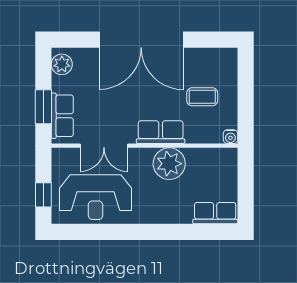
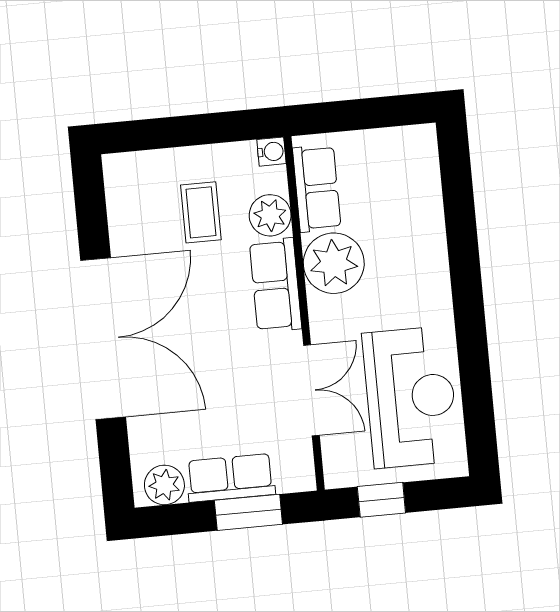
row of seats: (62, 116) -> (230, 478), moved
plant: (197, 133) -> (270, 215), added
window: (43, 195) -> (381, 500), moved
row of seats: (215, 213) -> (317, 188), moved, turned 180

